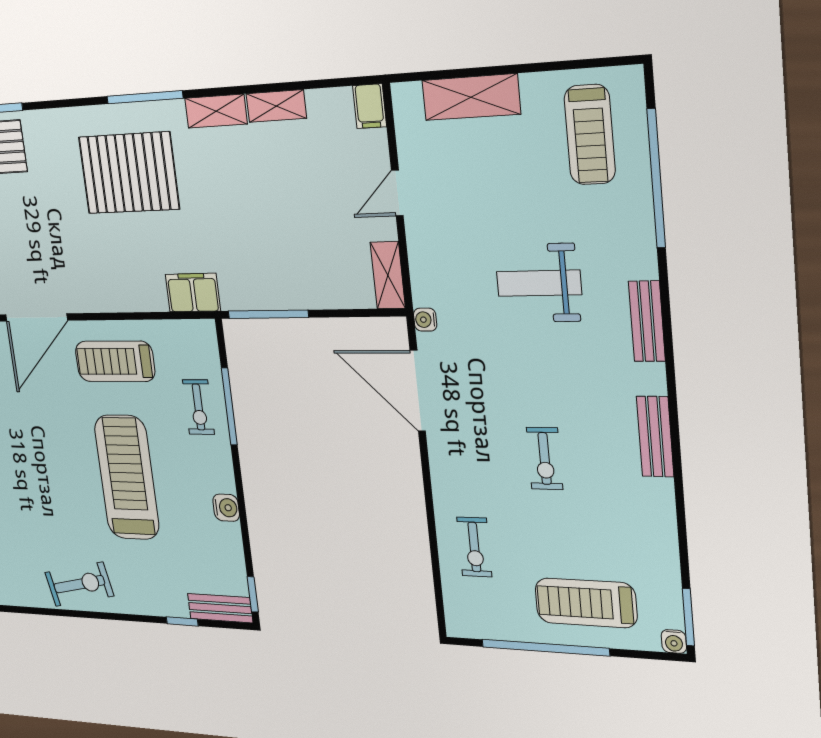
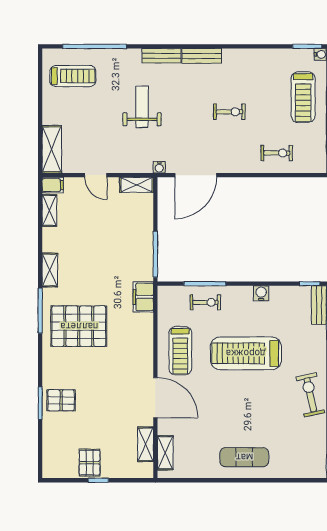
shelving: (471, 97) -> (52, 149), moved
shelving: (276, 106) -> (49, 210), moved
pallet: (129, 173) -> (79, 326), turned 90
weight bench: (539, 283) -> (142, 107), turned 180
bench: (655, 437) -> (202, 56), moved

